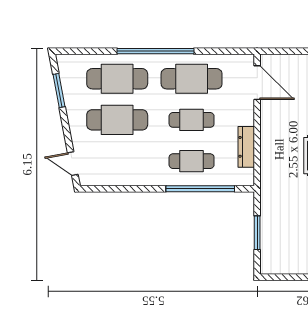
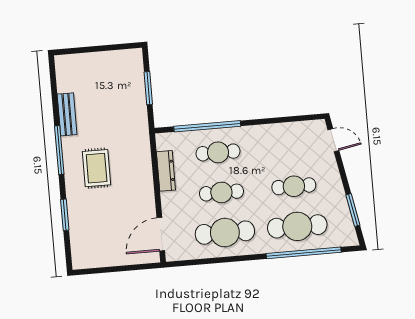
window: (155, 51) -> (304, 253), moved
door: (257, 83) -> (161, 234), hinge flipped
cafe table: (117, 120) -> (294, 186), width x0.73, depth x0.74

